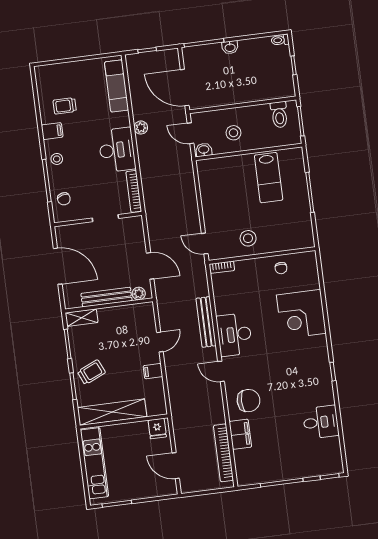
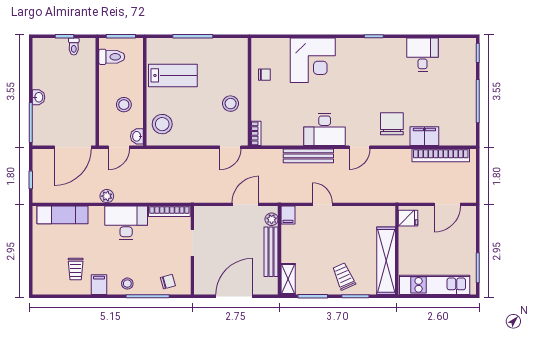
toilet: (280, 40) -> (74, 46), moved
stool: (219, 173) -> (162, 124), added
filing cabinet: (153, 371) -> (288, 215), moved

